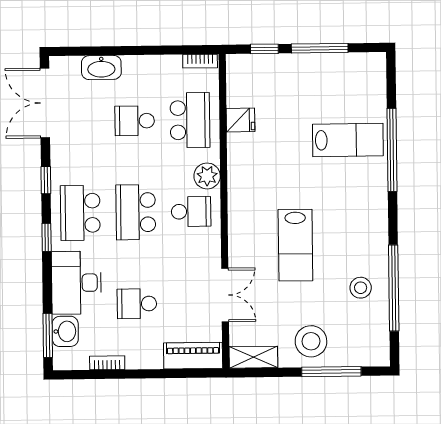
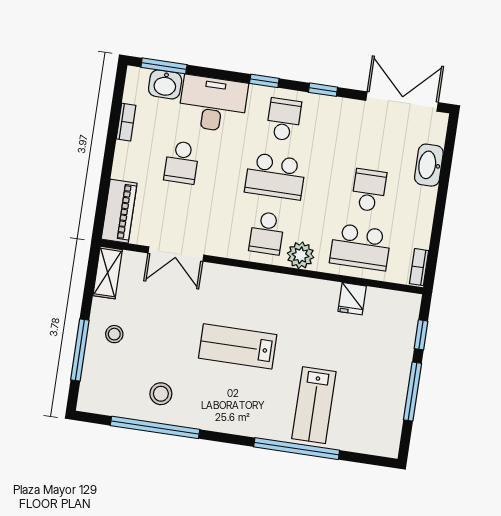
school desk: (136, 212) -> (275, 176), turned 180
school desk: (80, 213) -> (284, 120), width x0.54
lab bench: (295, 245) -> (238, 346), moved
school desk: (137, 304) -> (182, 162), turned 180
stool: (311, 341) -> (114, 334), width x0.53, depth x0.53

